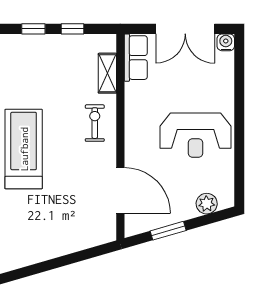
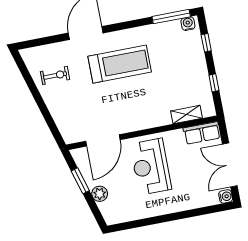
window: (33, 29) -> (206, 43), moved
exercise bike: (95, 123) -> (55, 75), moved
reception desk: (195, 135) -> (151, 167), moved
plant: (207, 204) -> (100, 194), moved

